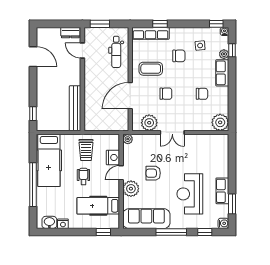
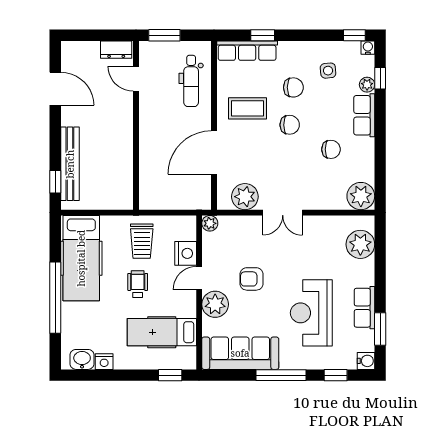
chair: (166, 94) -> (290, 125), moved
bench: (75, 108) -> (70, 164), moved
plant: (220, 152) -> (360, 244), added

